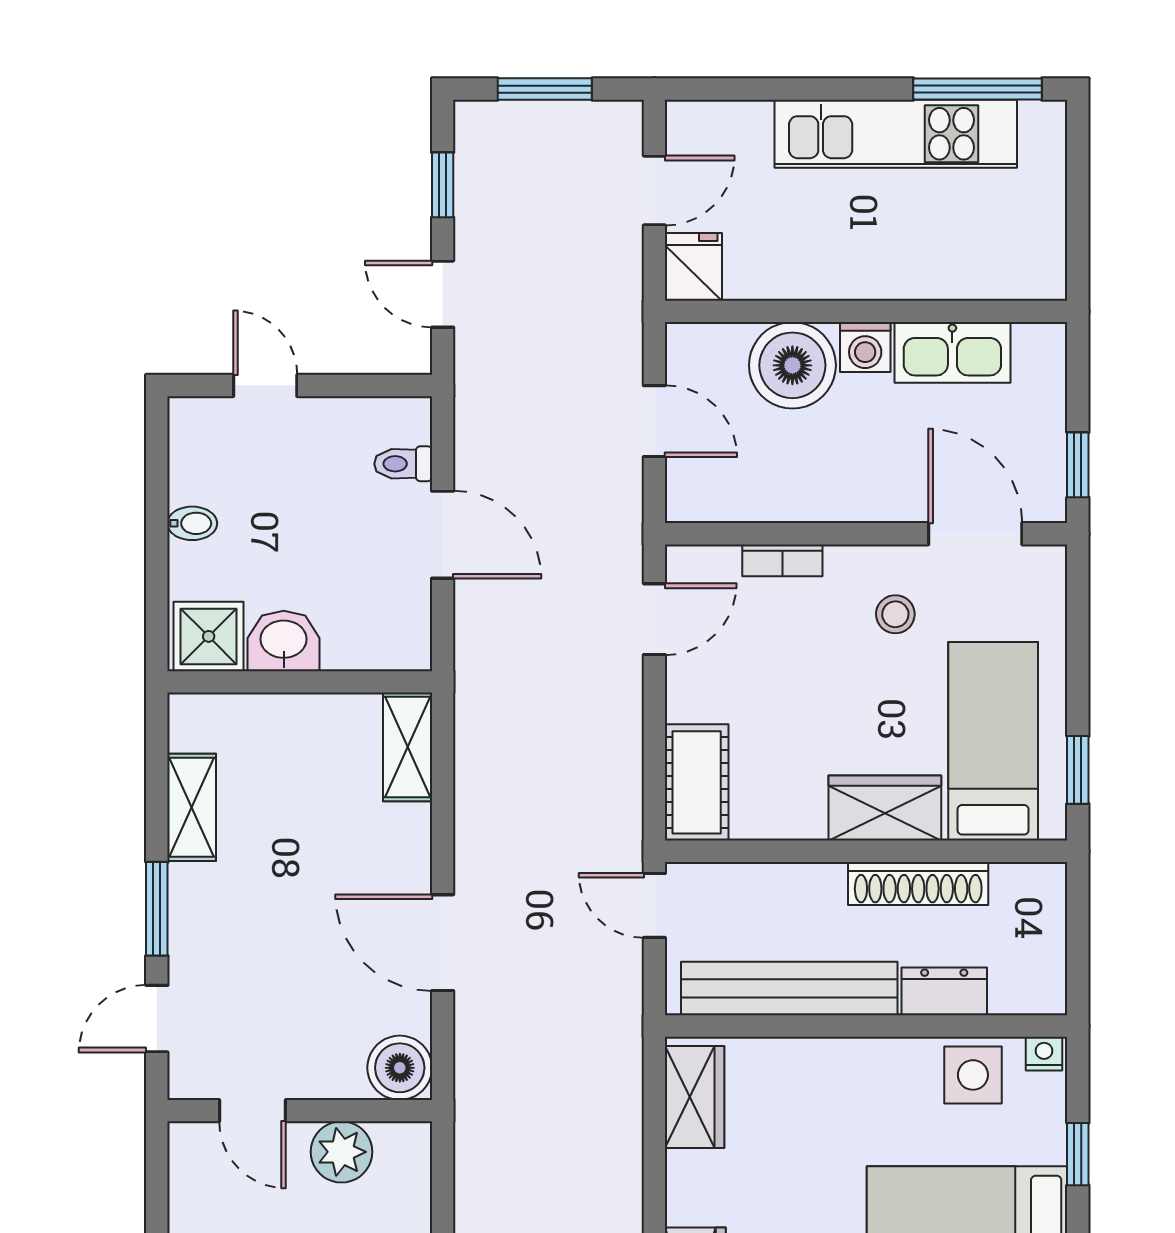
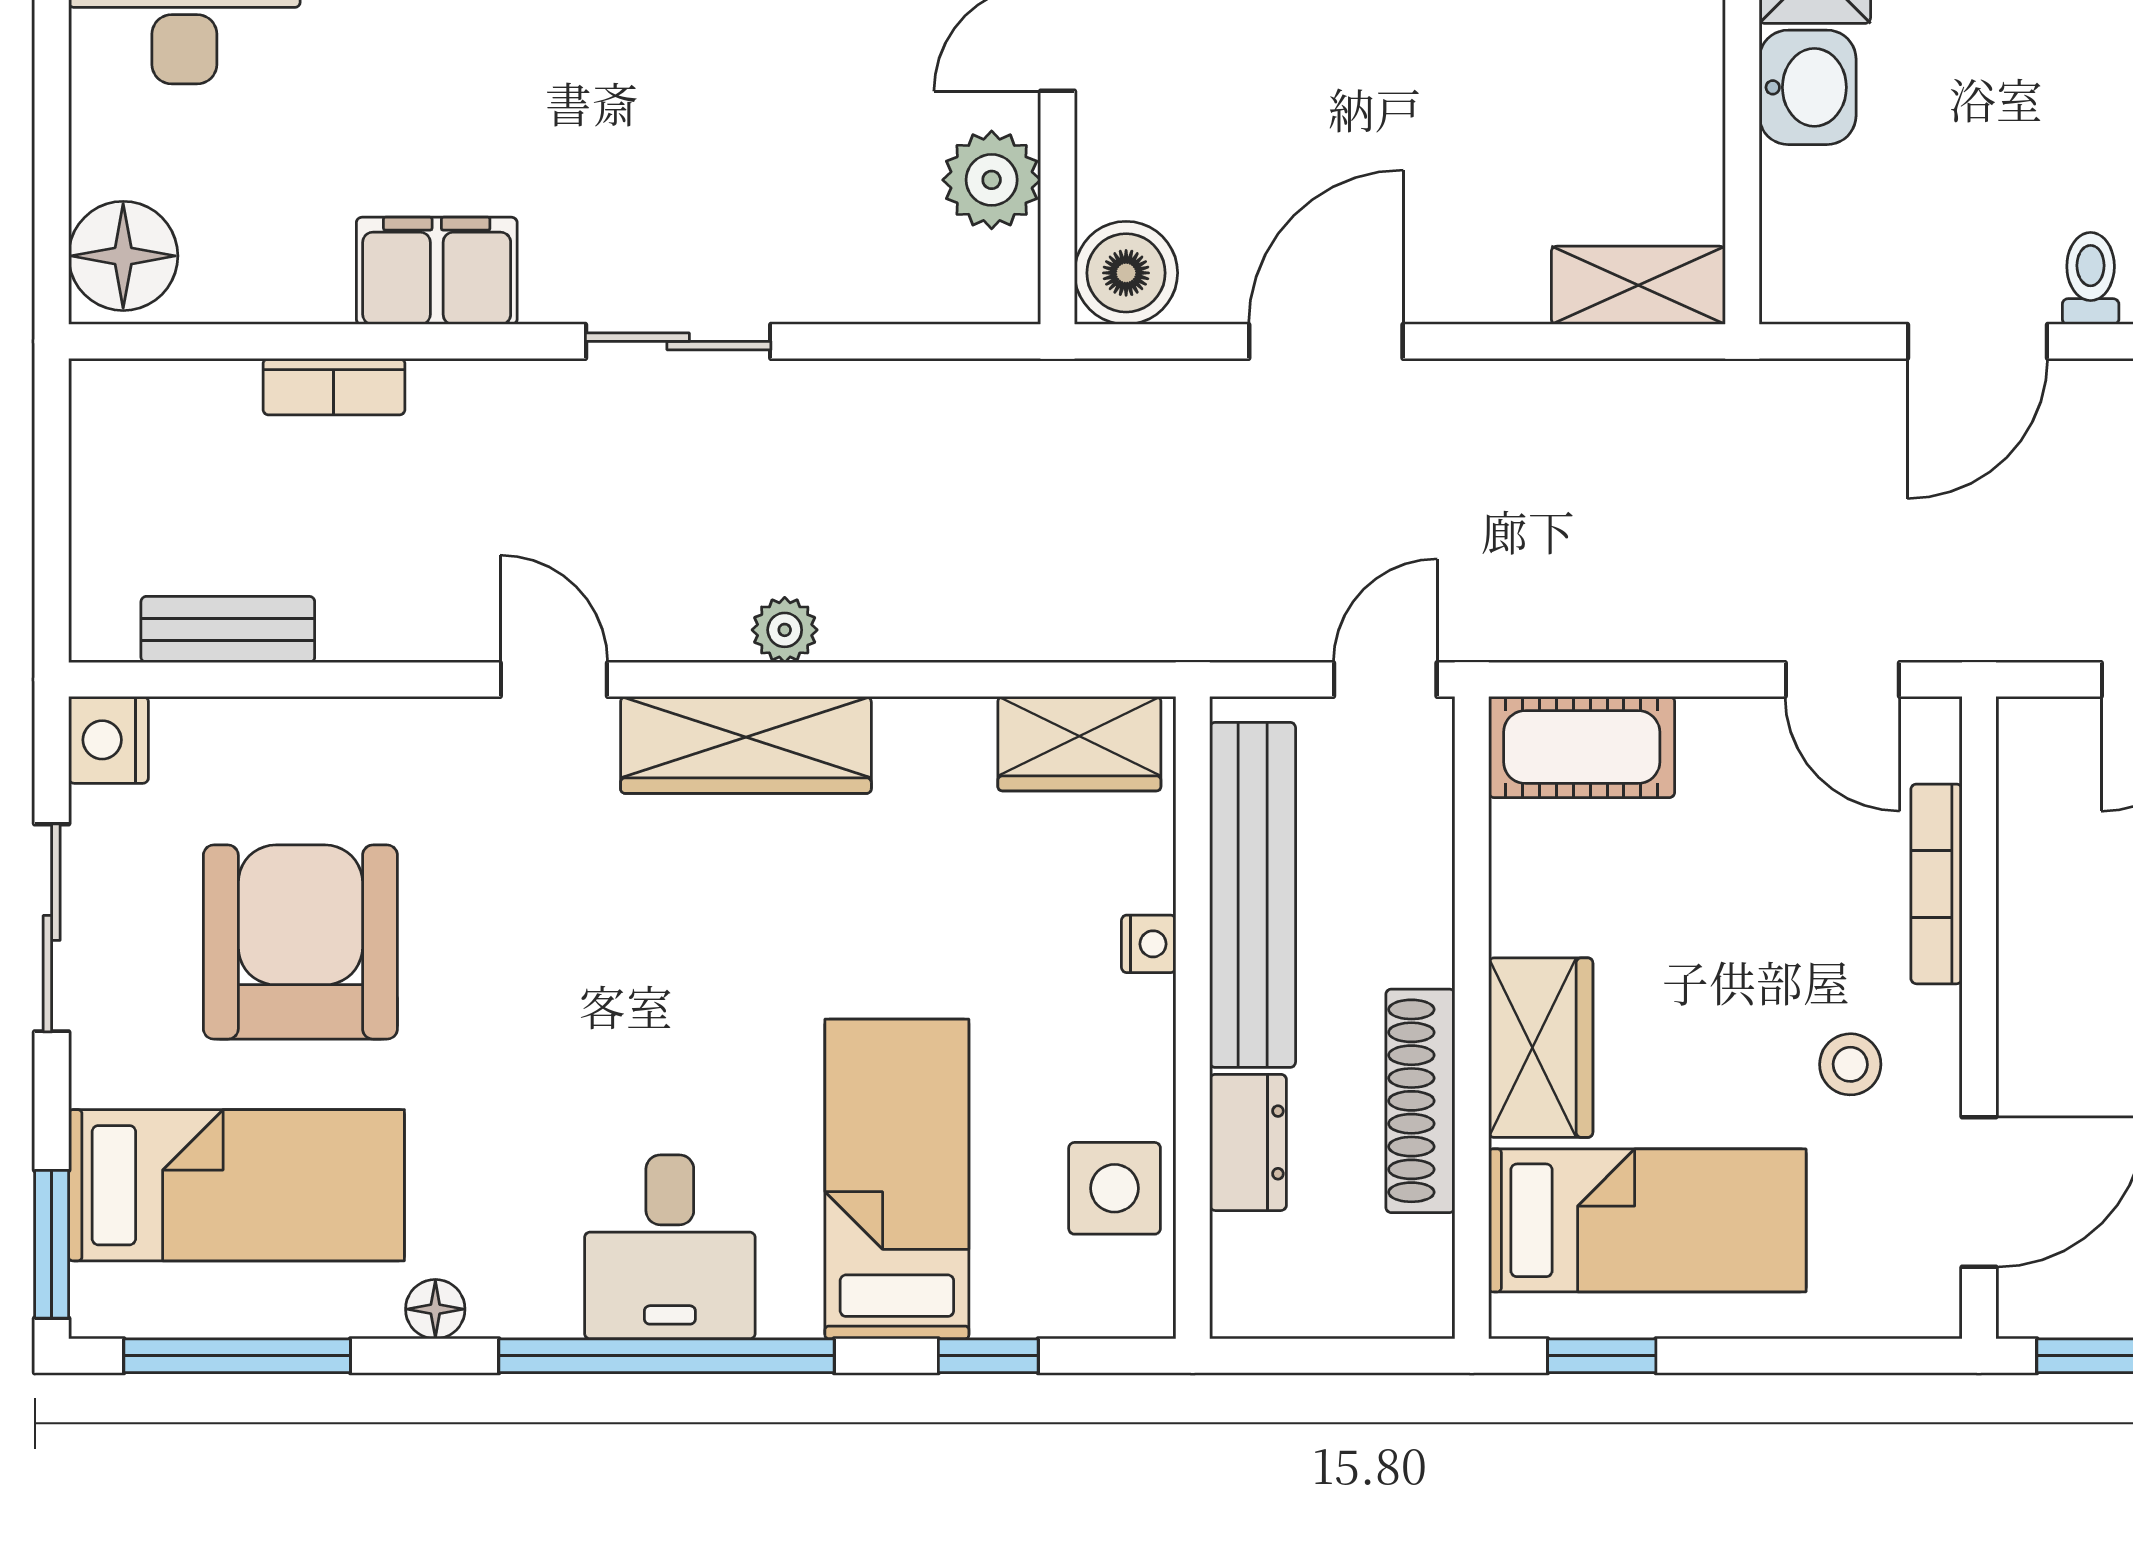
bookcase: (782, 560) -> (1936, 884), width x1.56
nightstand: (1044, 1054) -> (1149, 944), moved

